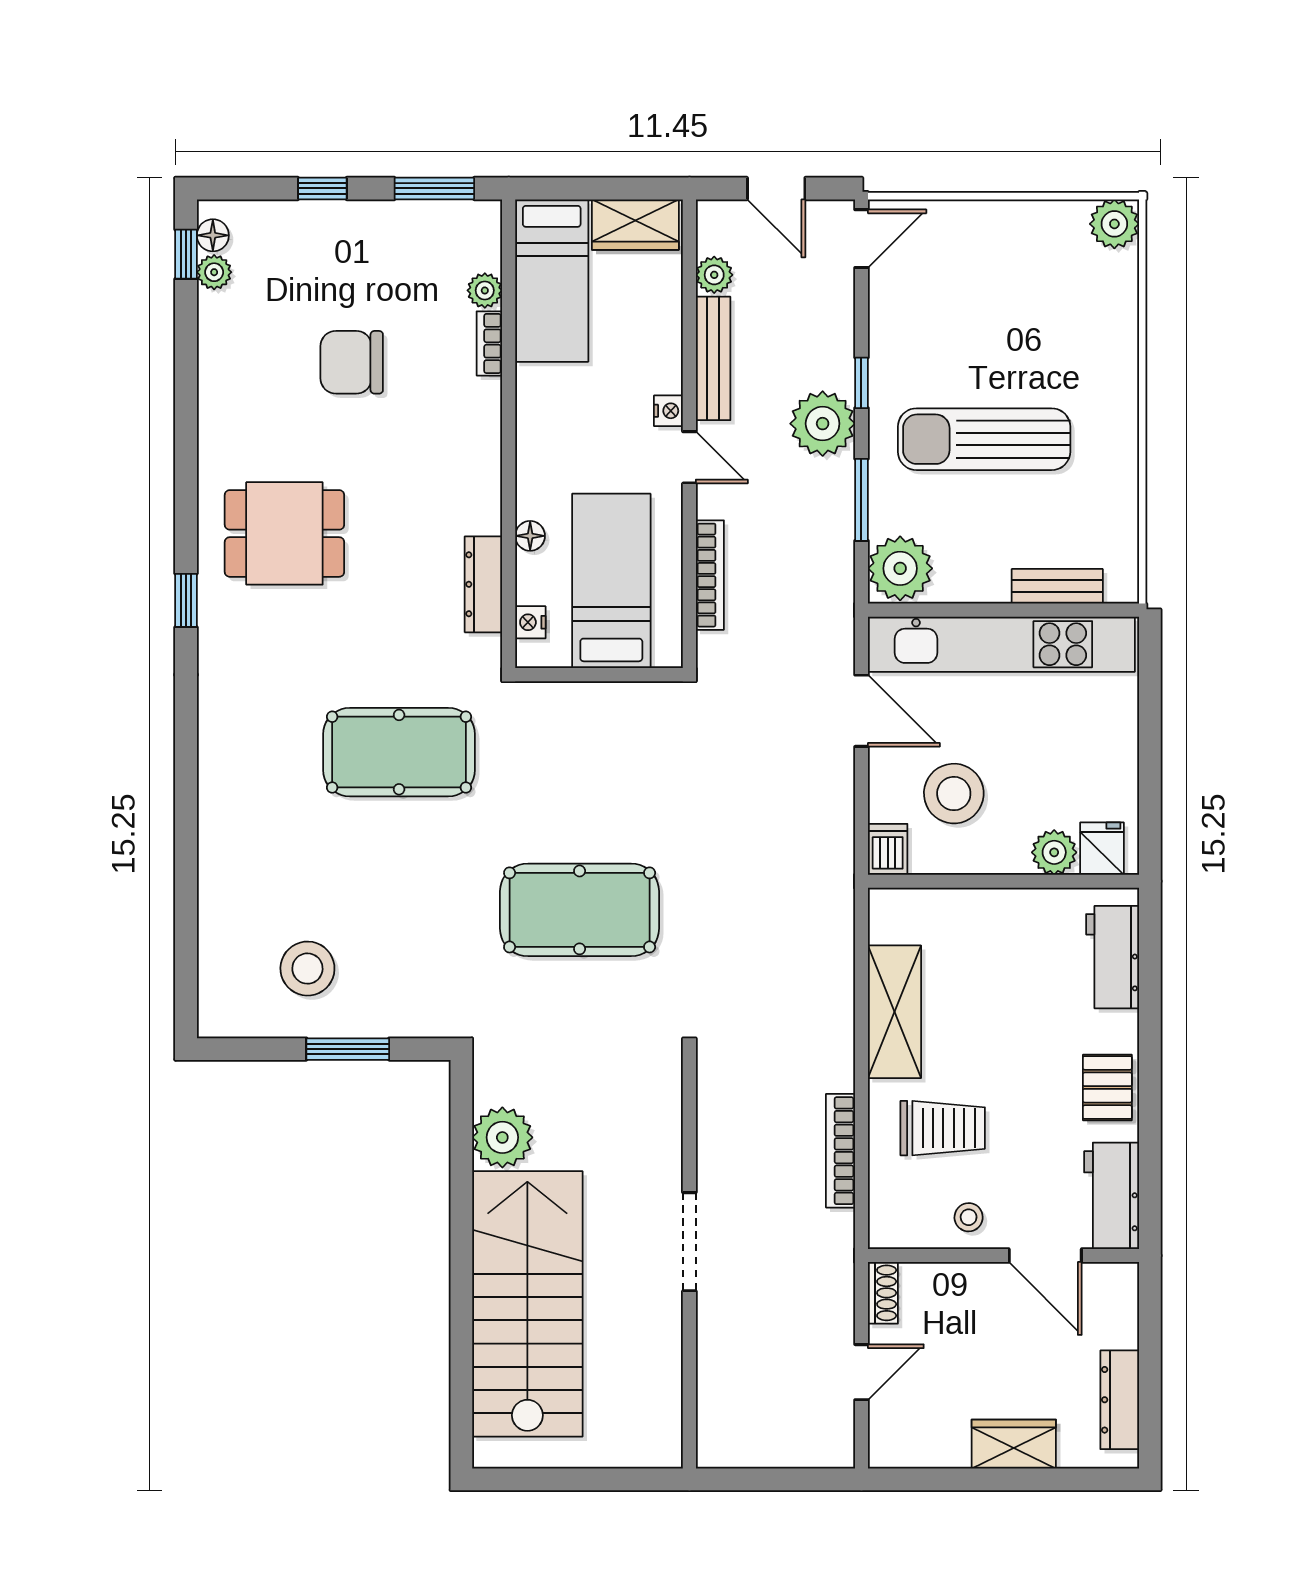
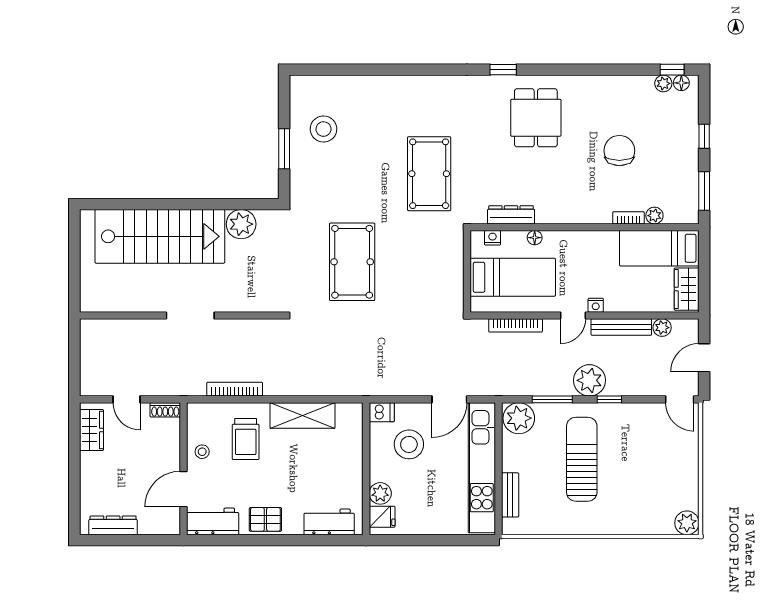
wardrobe: (1014, 1444) -> (91, 430), moved

